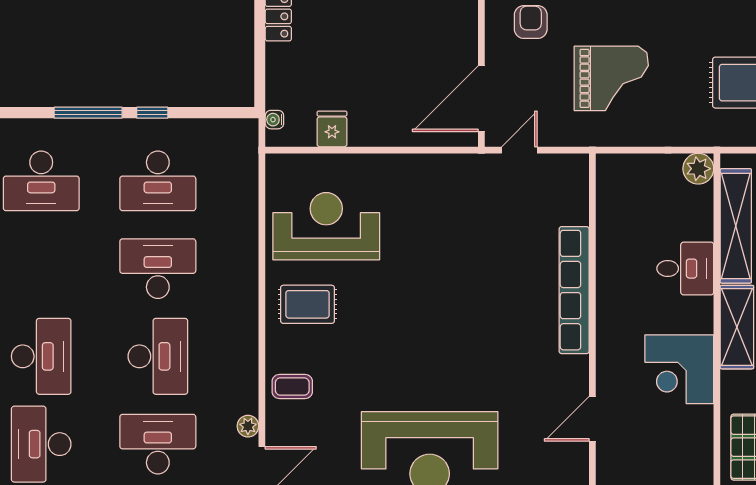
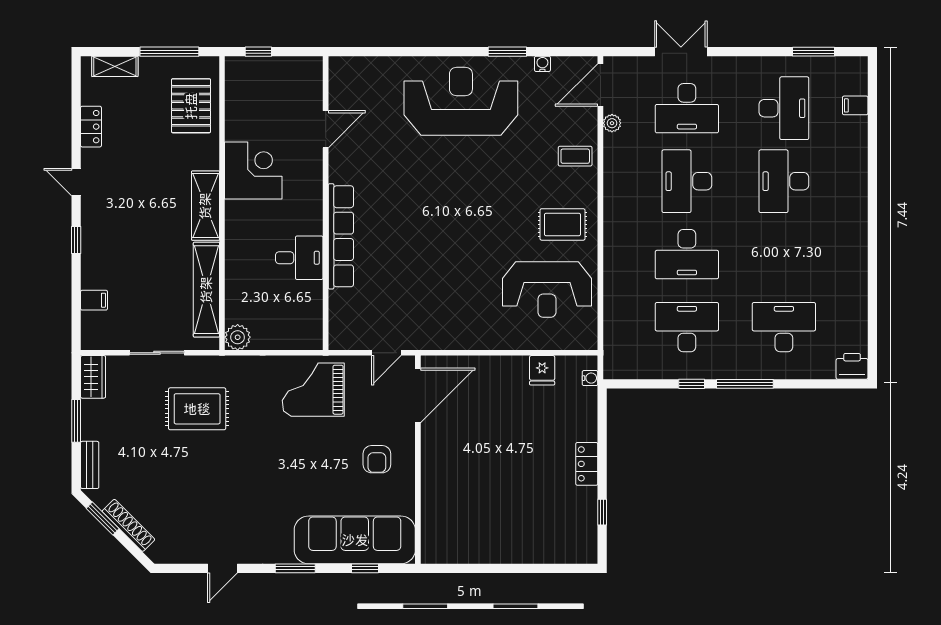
grand piano: (611, 78) -> (313, 390), moved
desk: (685, 269) -> (299, 258), moved, turned 180

